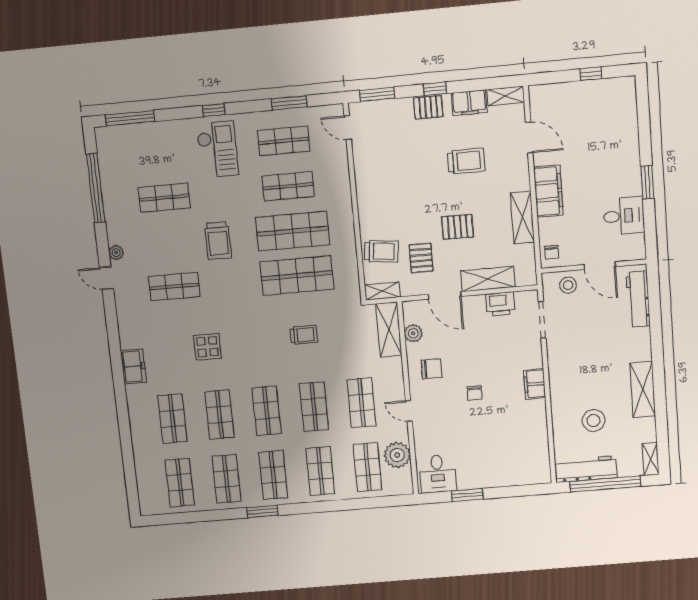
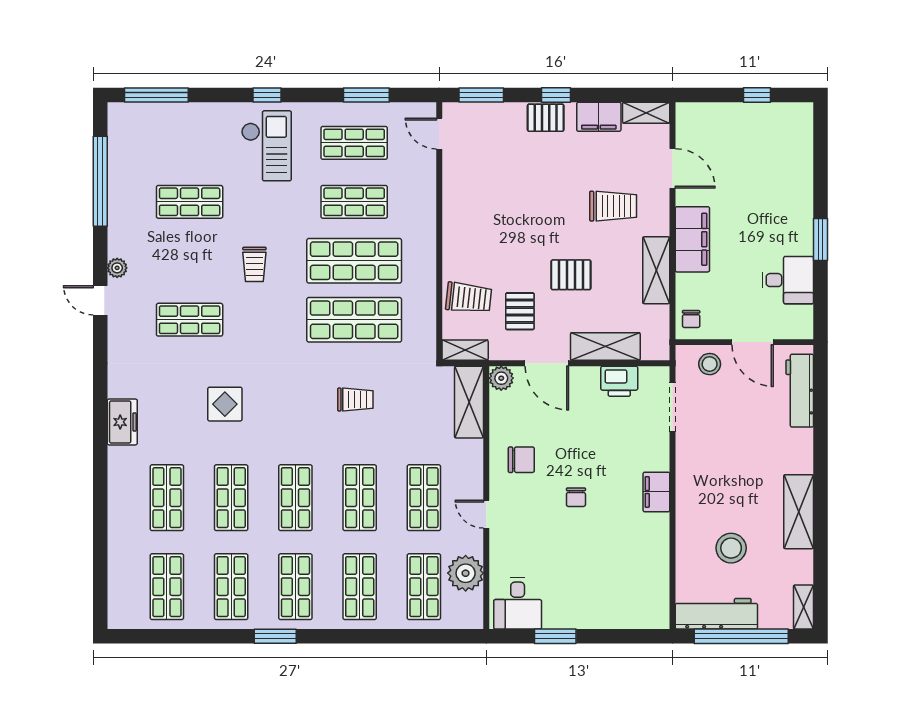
trolley: (466, 161) -> (613, 206), moved
trolley: (218, 241) -> (254, 264), width x0.73, depth x0.72
plant: (413, 333) -> (501, 378), moved

